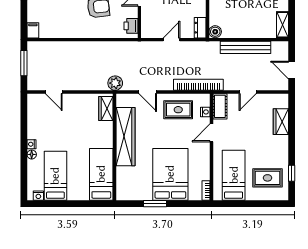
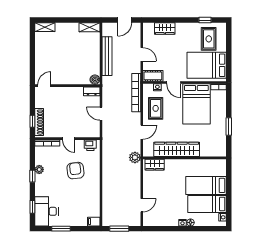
bed: (101, 174) -> (206, 185), moved
bed: (170, 174) -> (196, 104), moved, turned -90
bed: (234, 175) -> (207, 65), width x1.50

